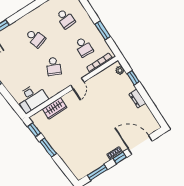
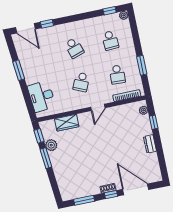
desk: (32, 98) -> (42, 96), moved, turned 85
plant: (48, 134) -> (51, 145), added

